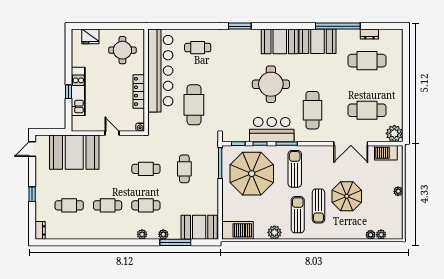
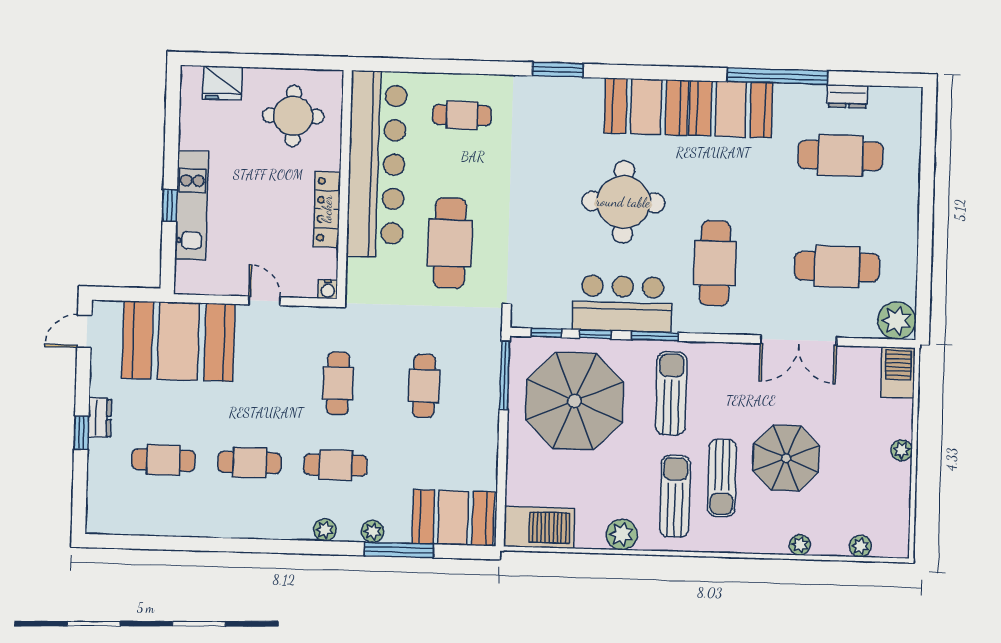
barbecue: (386, 153) -> (898, 373), moved, turned 90
cafe table: (146, 169) -> (338, 383), turned 90
dresser: (40, 230) -> (100, 418), moved
plant: (371, 235) -> (800, 545), moved

